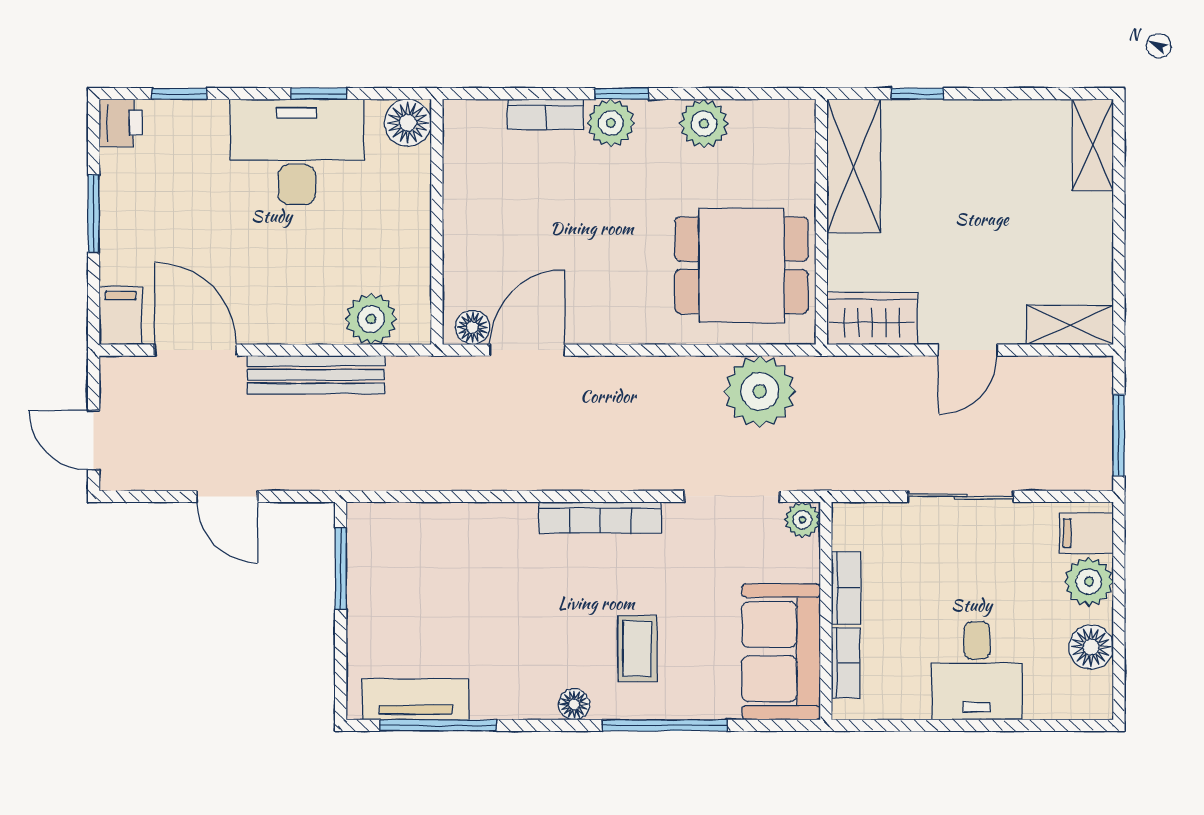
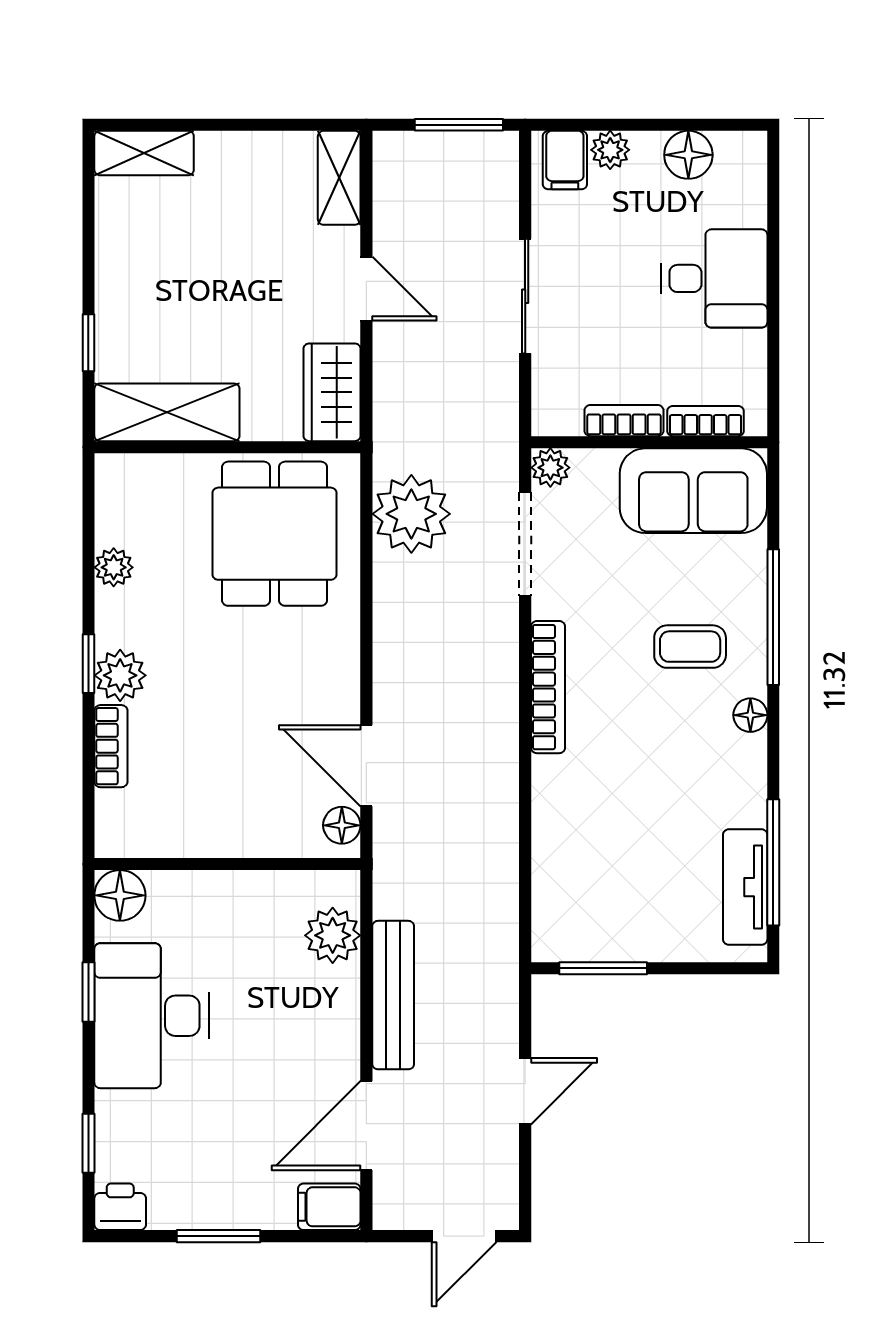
plant: (704, 124) -> (114, 567), width x0.73, depth x0.73
plant: (1089, 582) -> (610, 150), width x0.73, depth x0.73

